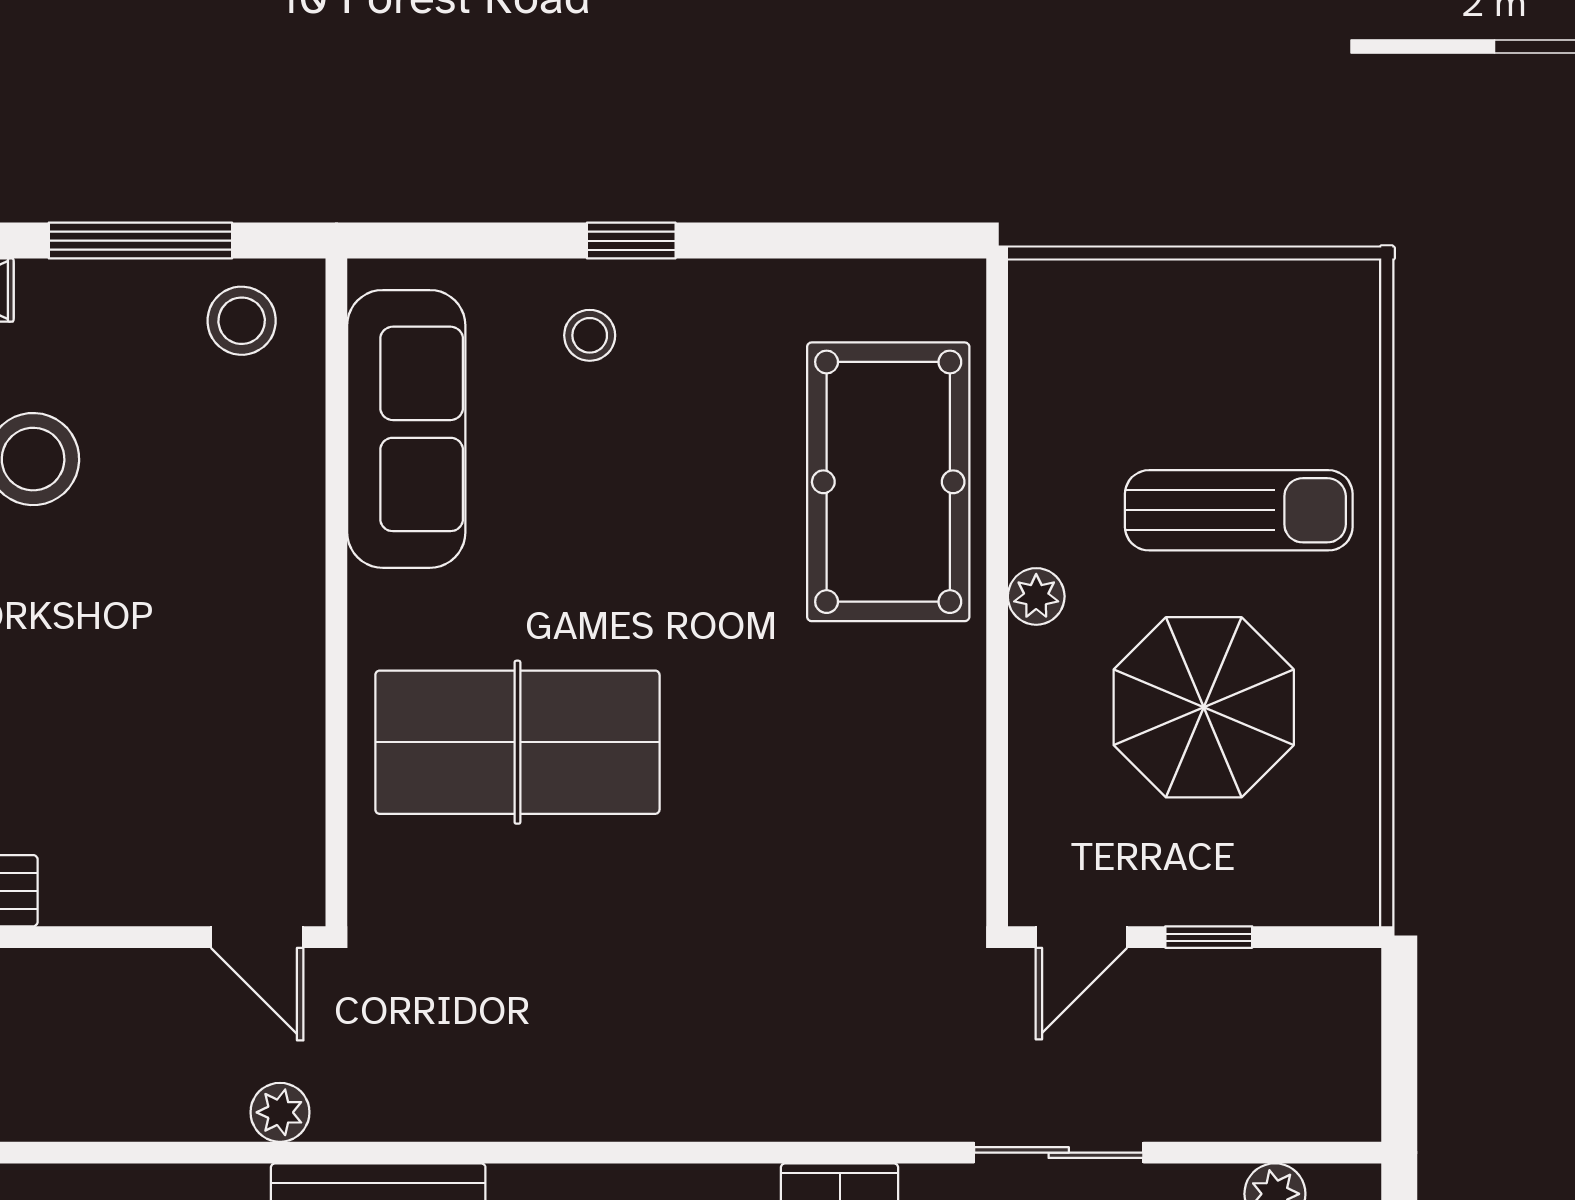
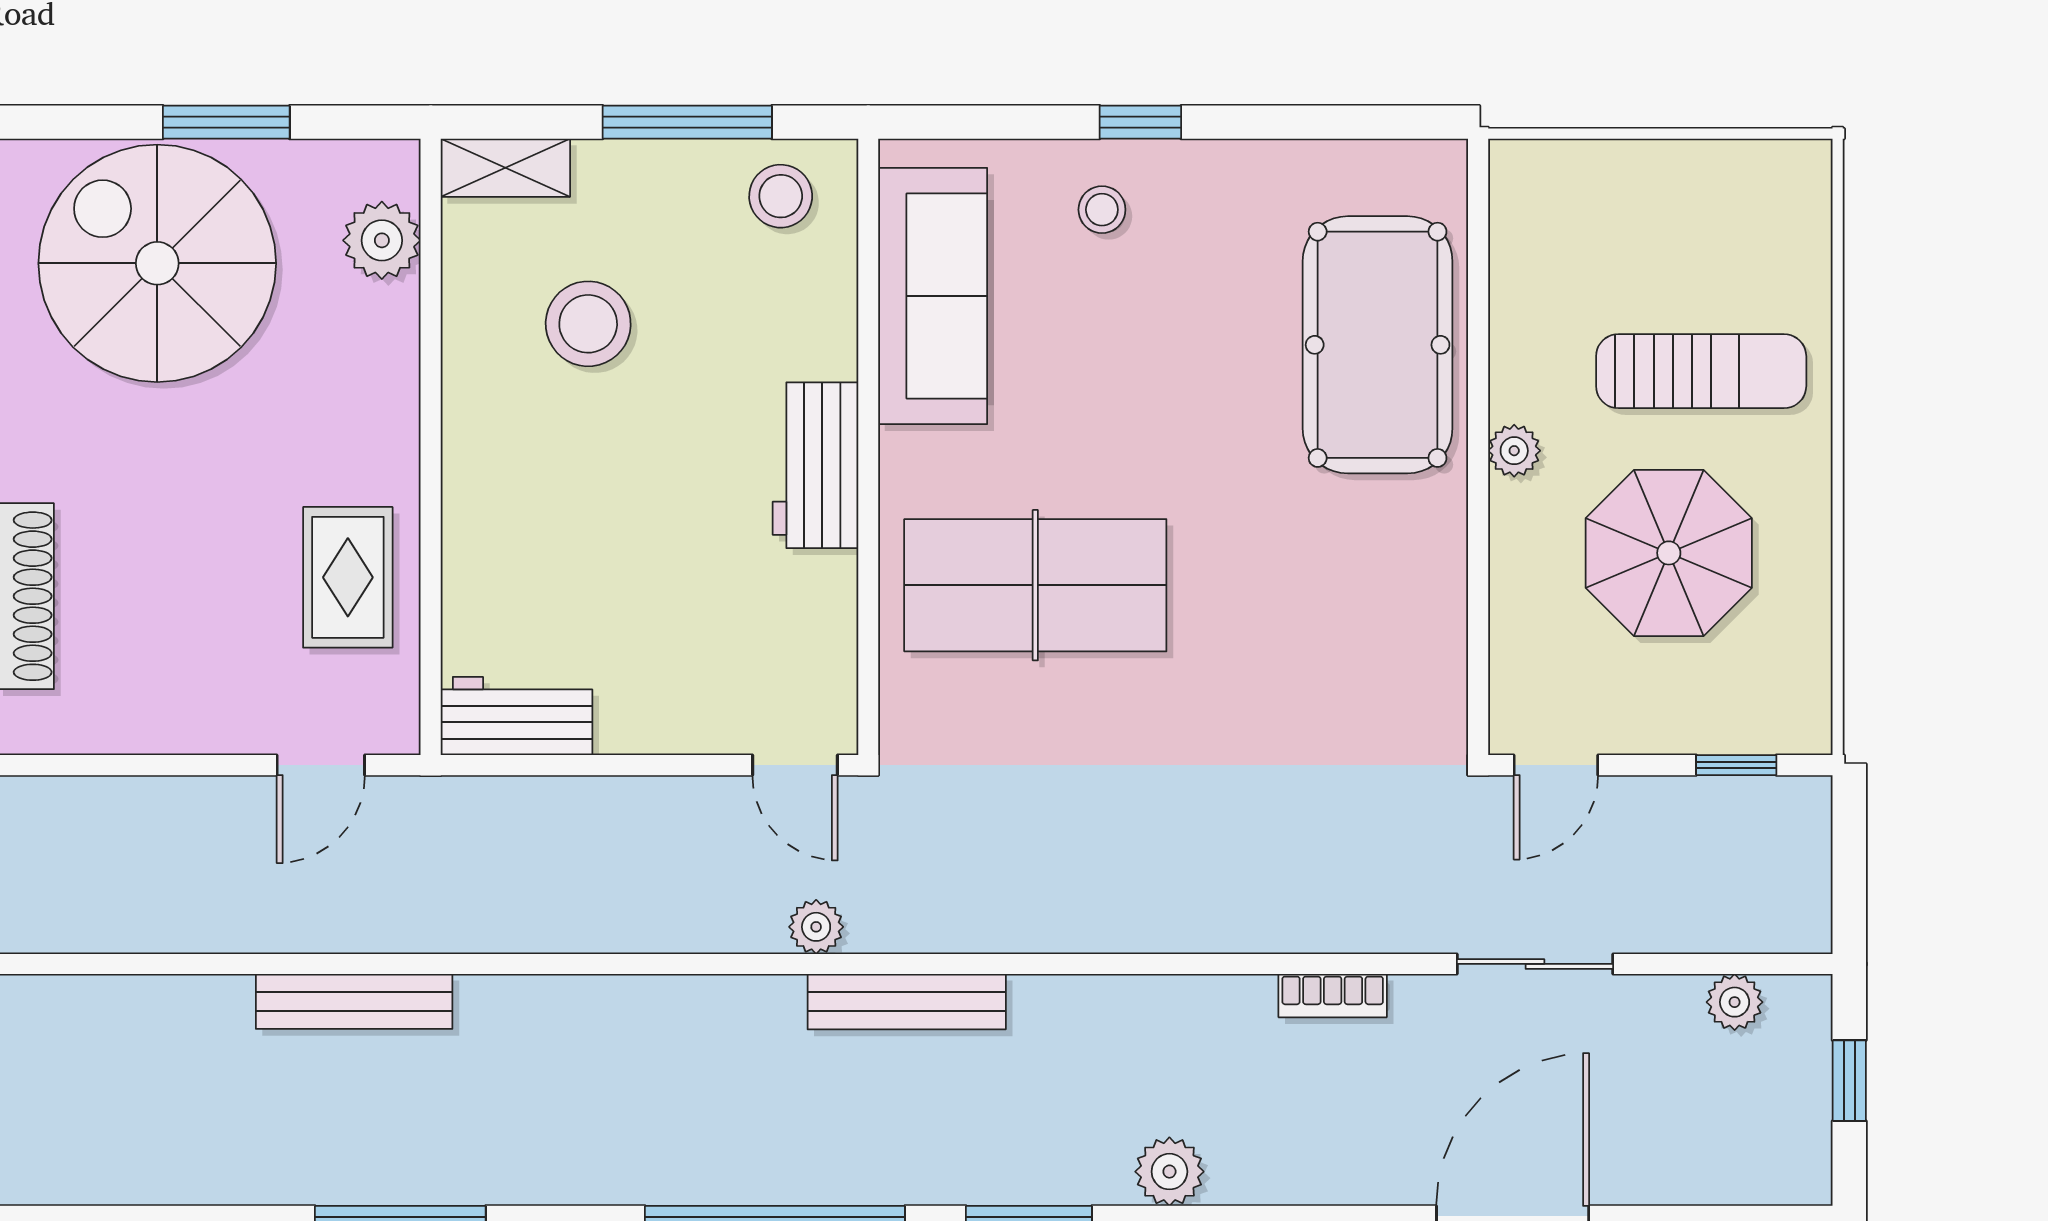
workbench: (279, 612) -> (815, 465), added
window: (1209, 937) -> (1736, 765), moved

